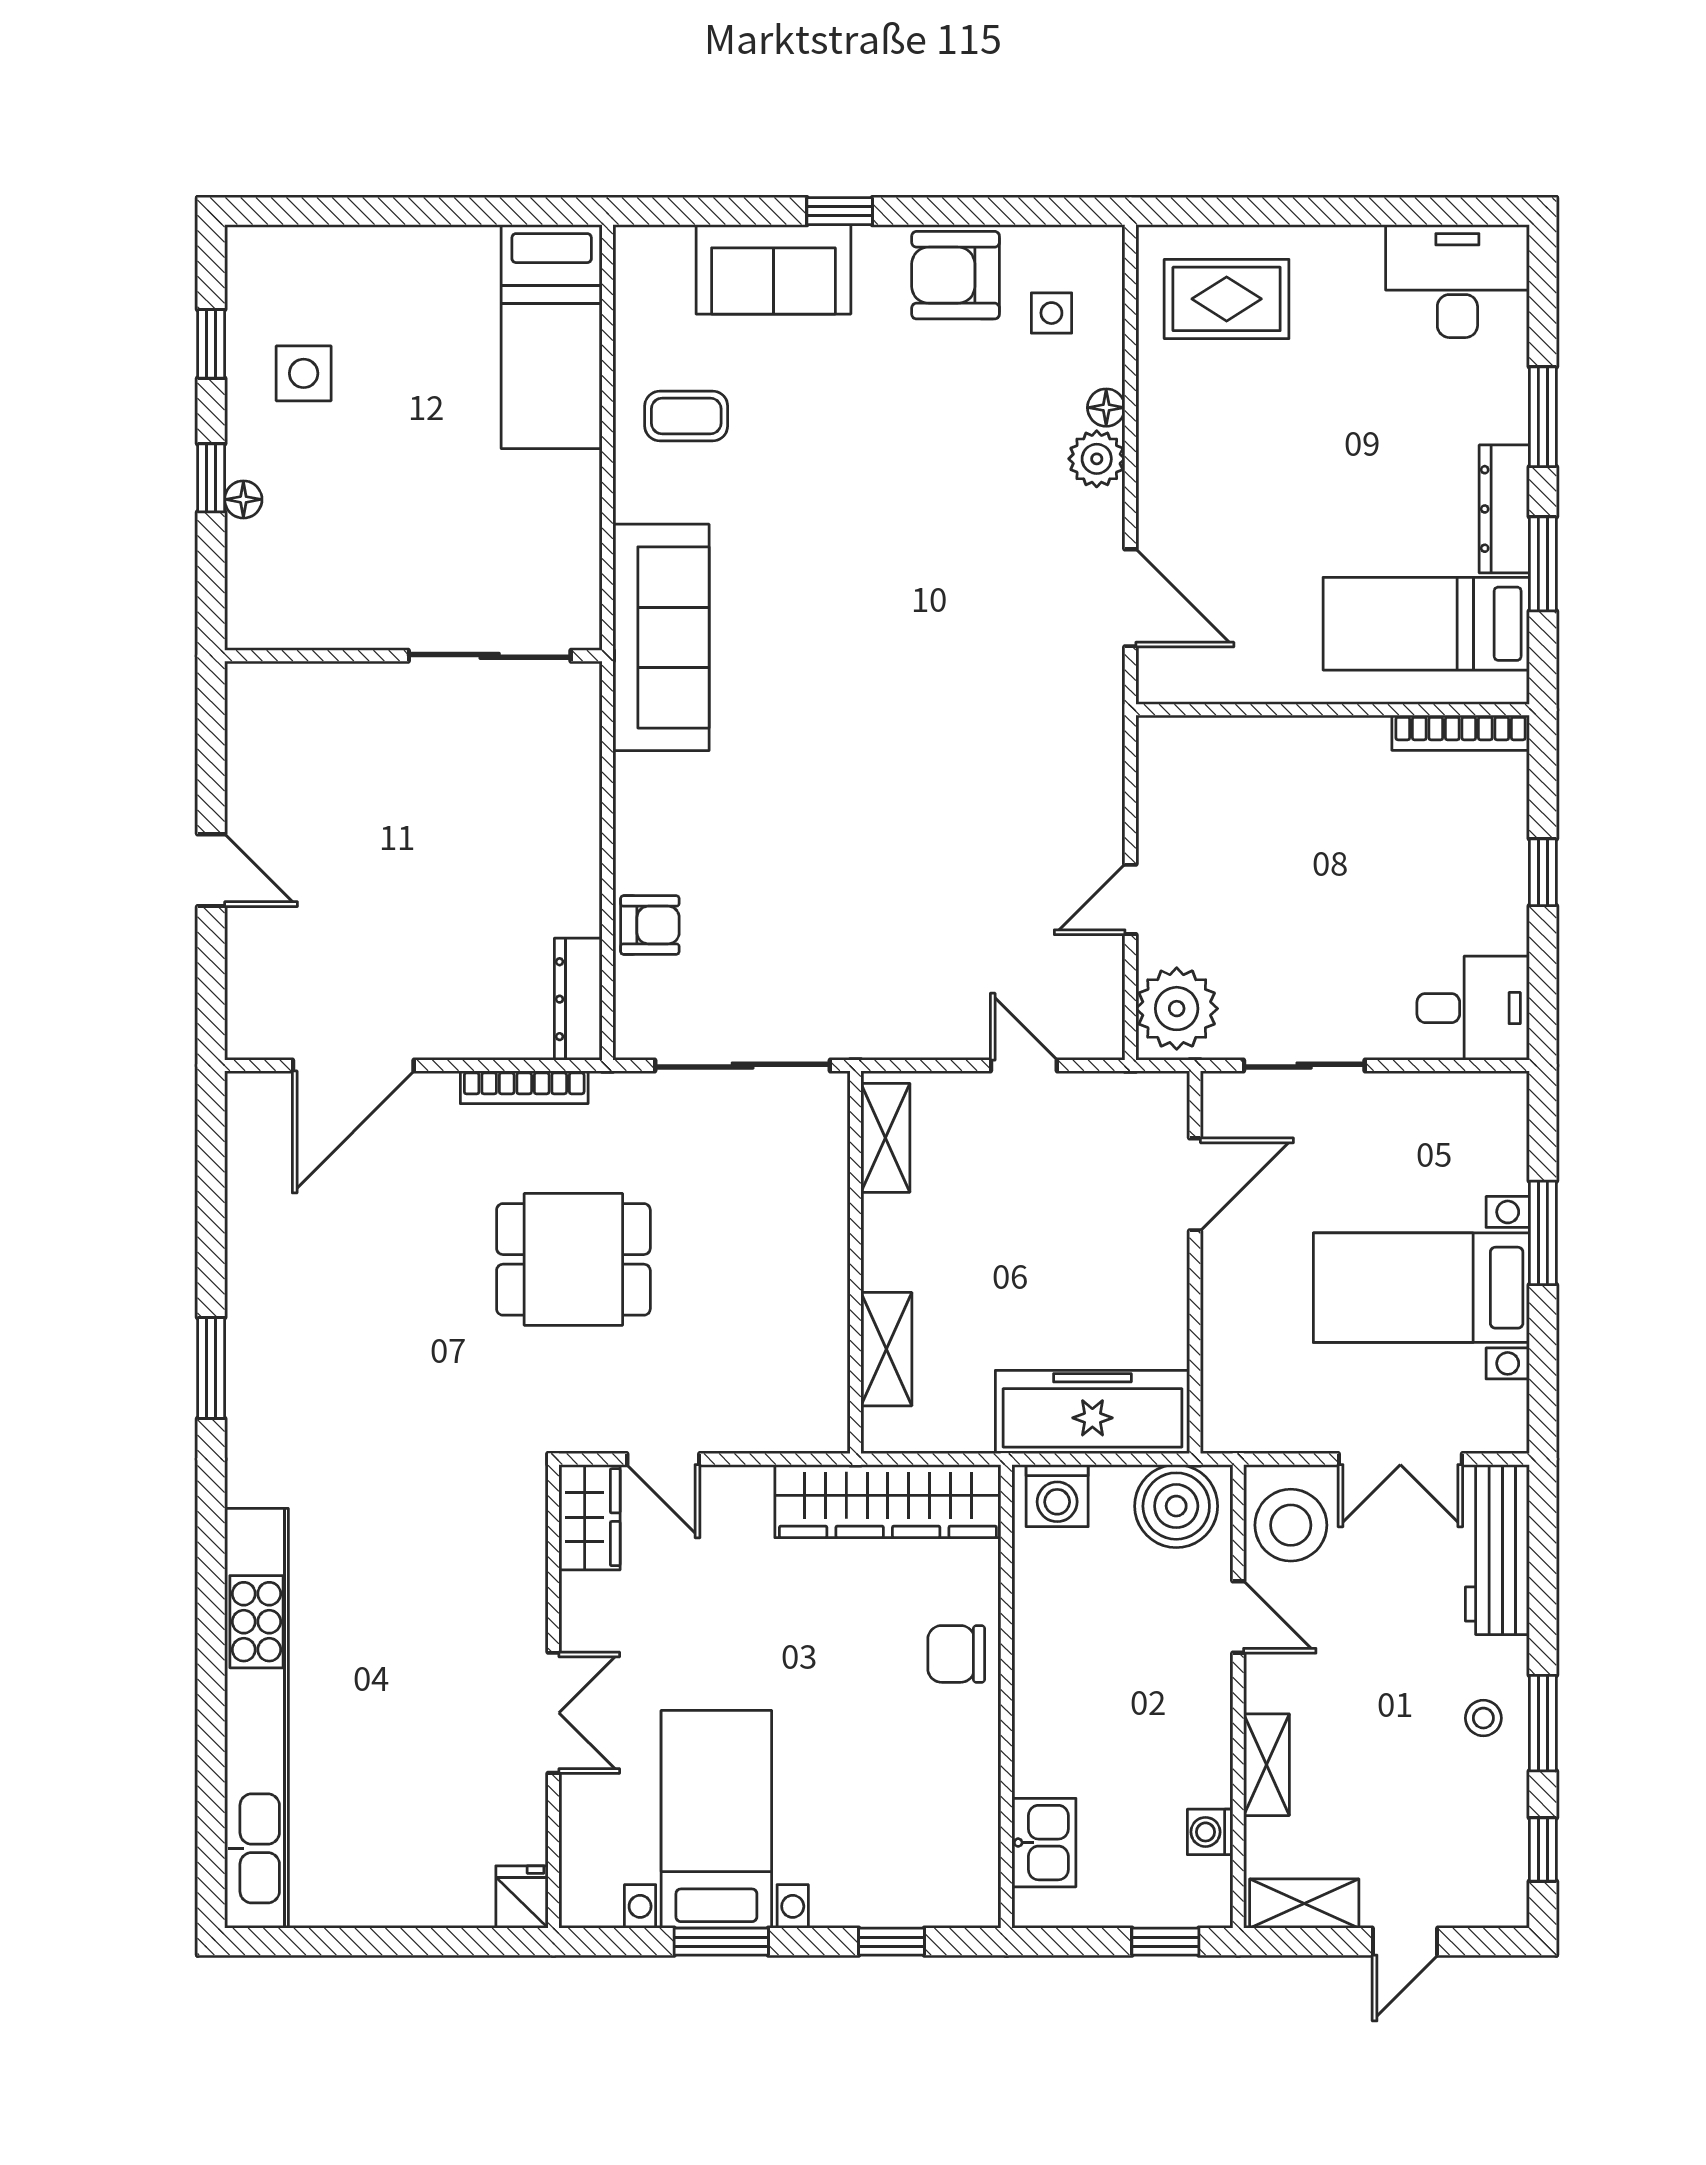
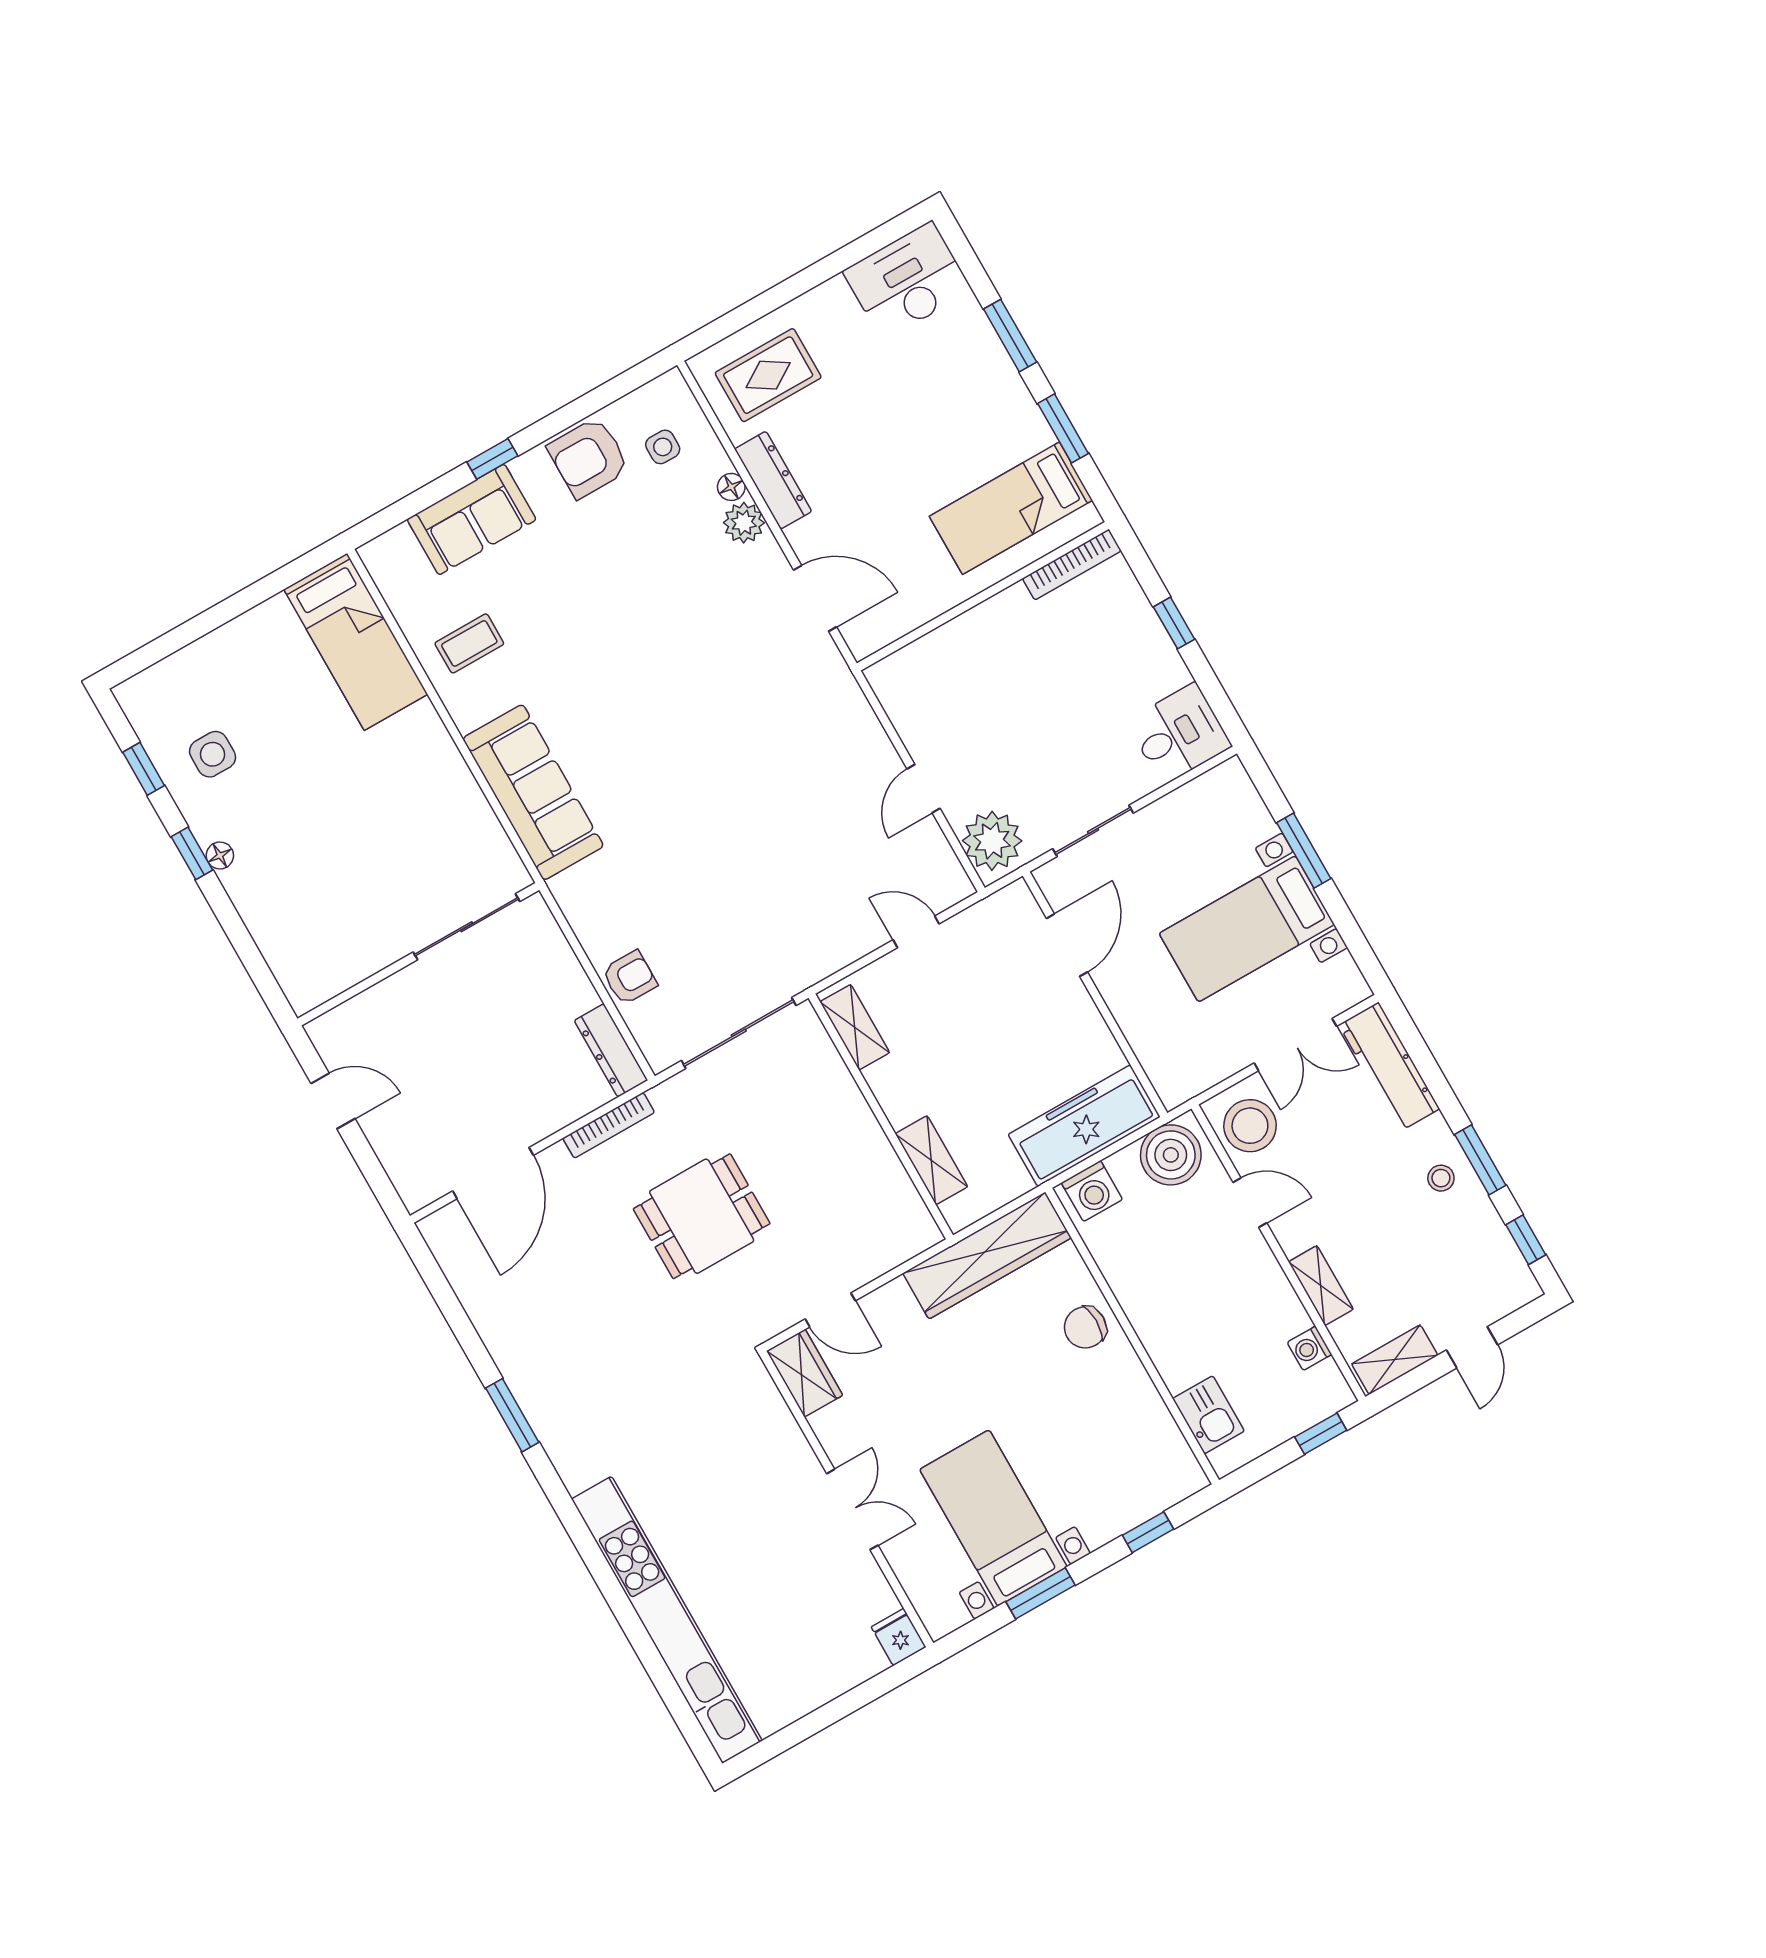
dresser: (1504, 509) -> (773, 480), moved, turned 180
wall: (413, 656) -> (418, 954), moved
sliding door: (490, 656) -> (466, 927), moved

